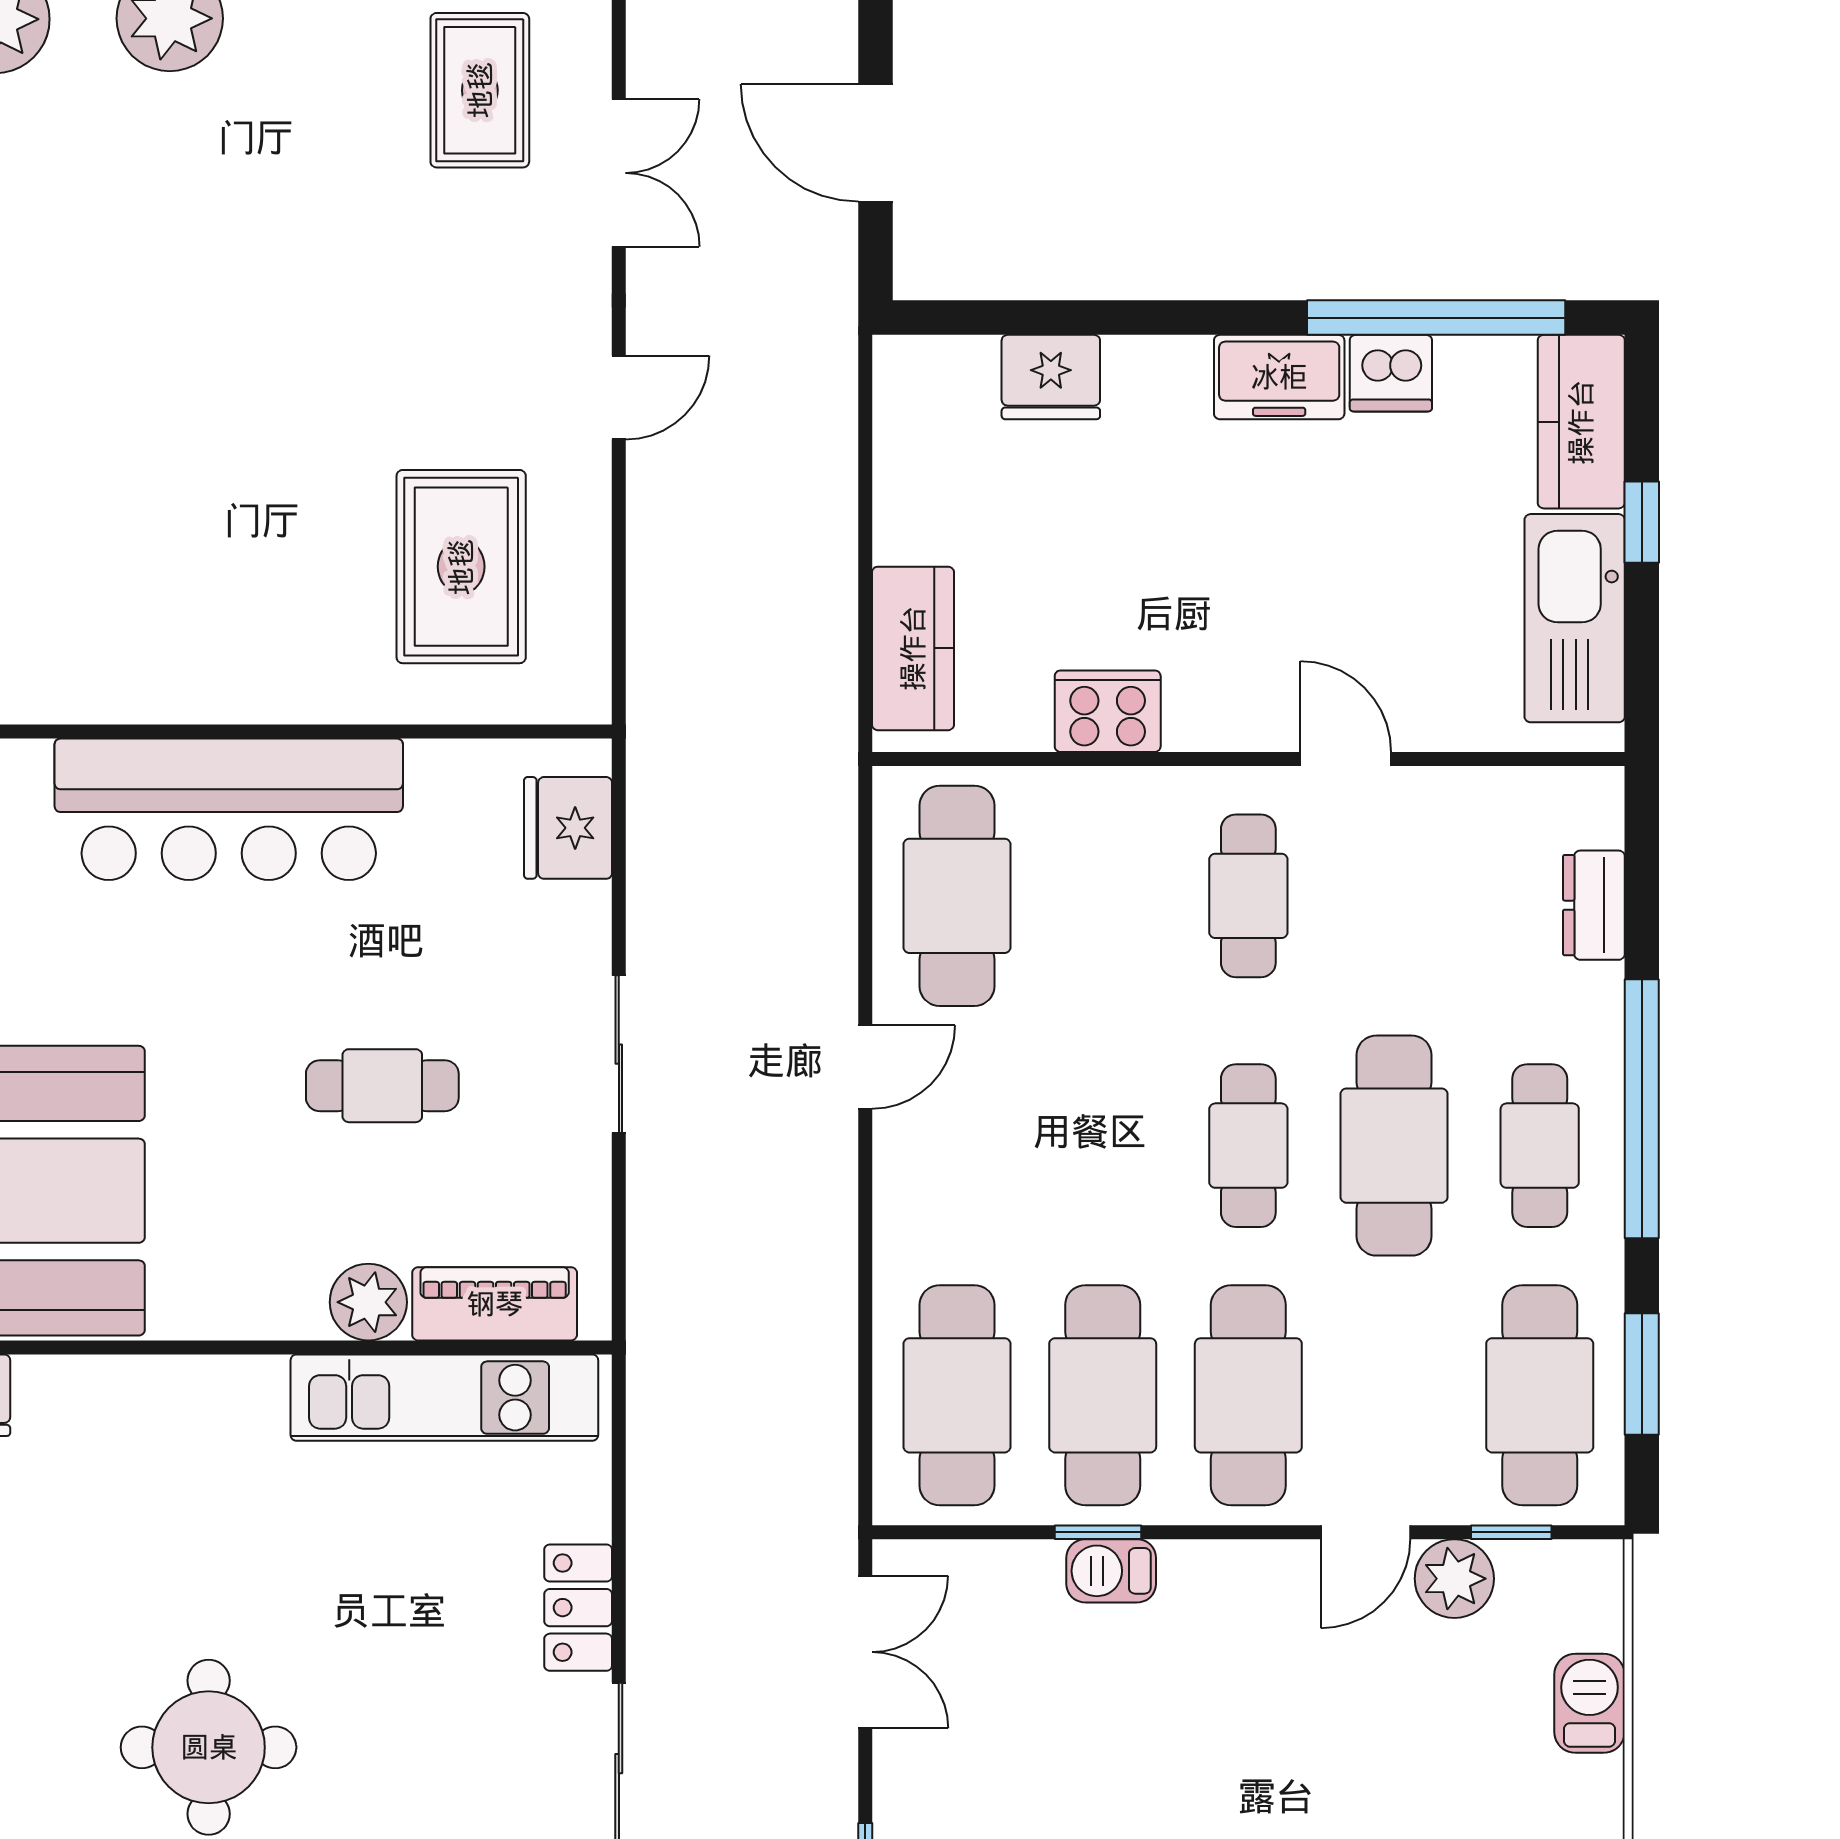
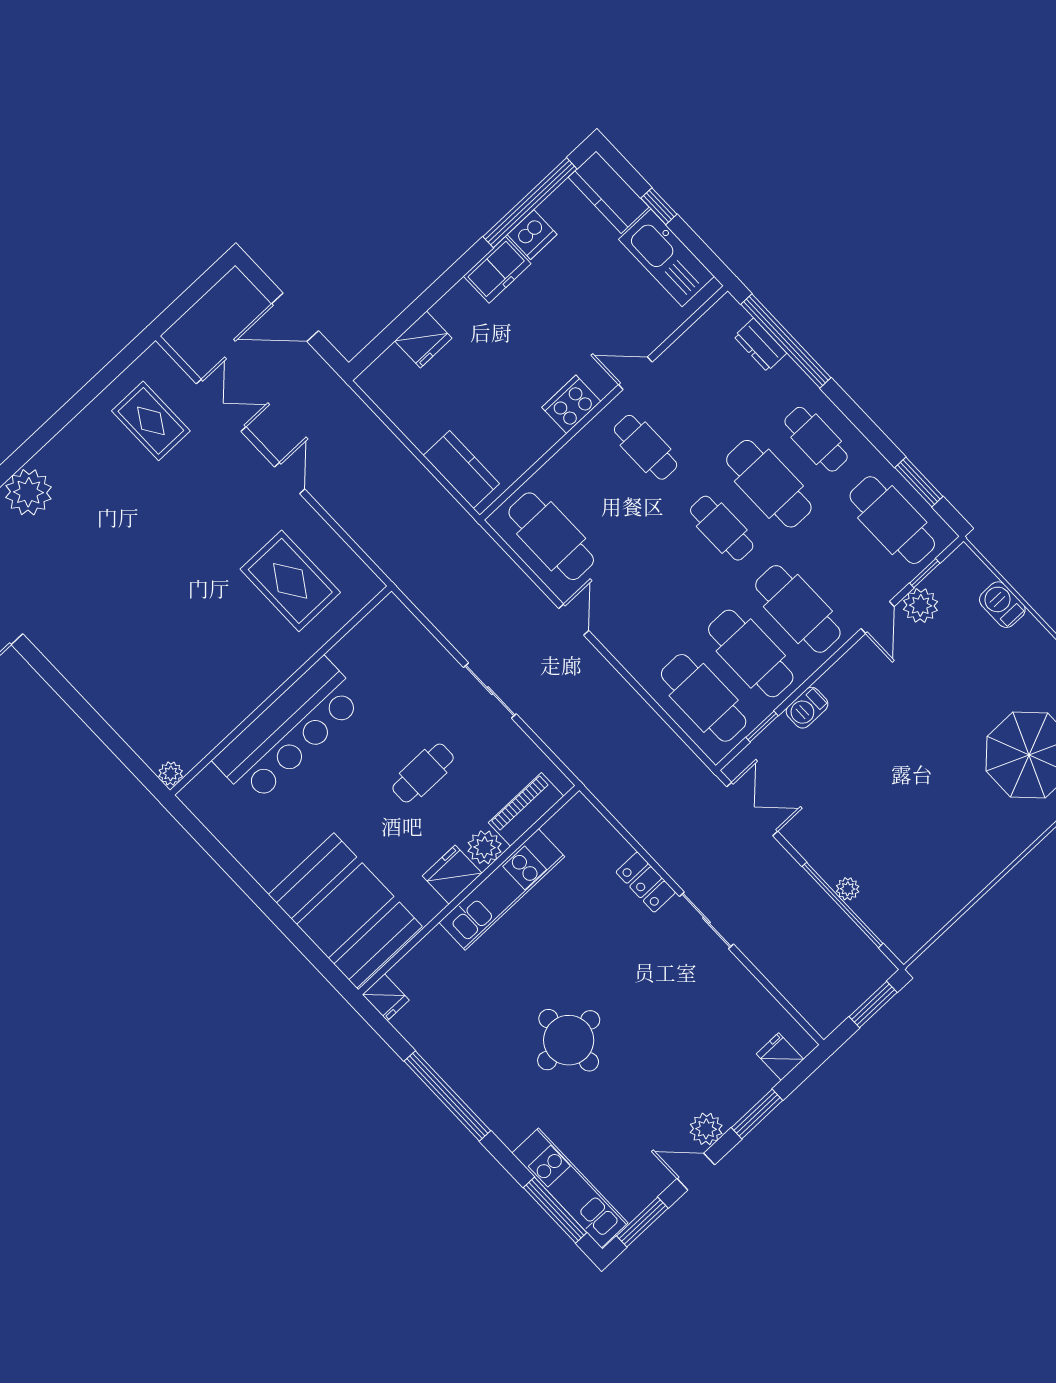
cooker: (1108, 711) -> (571, 404), moved
fridge: (568, 828) -> (452, 875), moved, turned 90
window: (1642, 1109) -> (786, 341), moved
kitchen unit: (444, 1398) -> (502, 889), moved
window: (1098, 1532) -> (762, 727), moved

